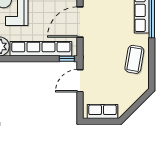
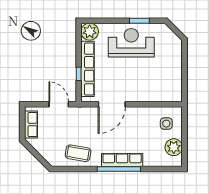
door: (80, 22) -> (112, 104), swing flipped
window: (67, 59) -> (79, 74), moved

